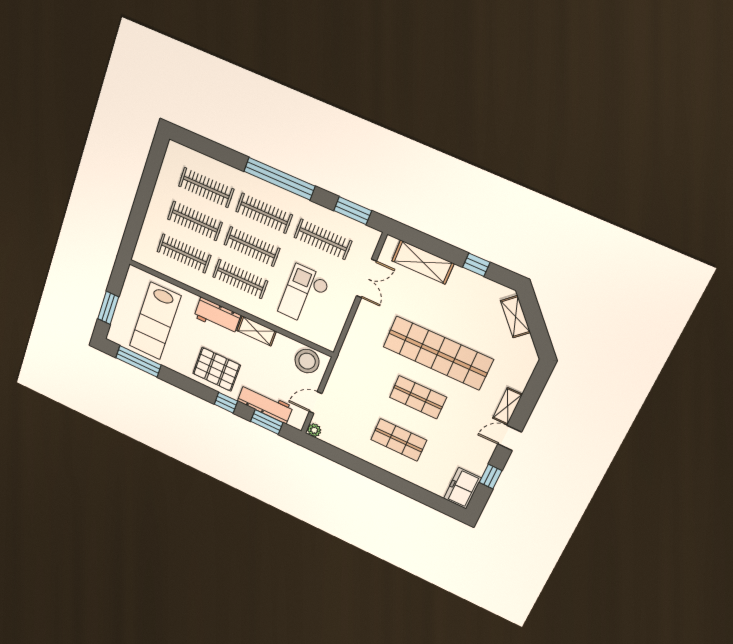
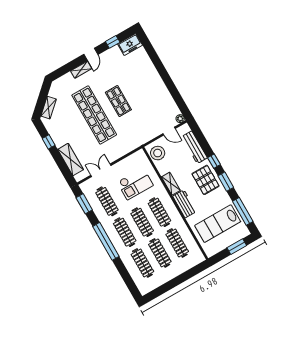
lab bench: (155, 321) -> (218, 224), turned 180
window: (267, 422) -> (226, 182), moved
door: (510, 438) -> (91, 54), hinge flipped
shop shelf: (399, 440) -> (143, 87), removed

